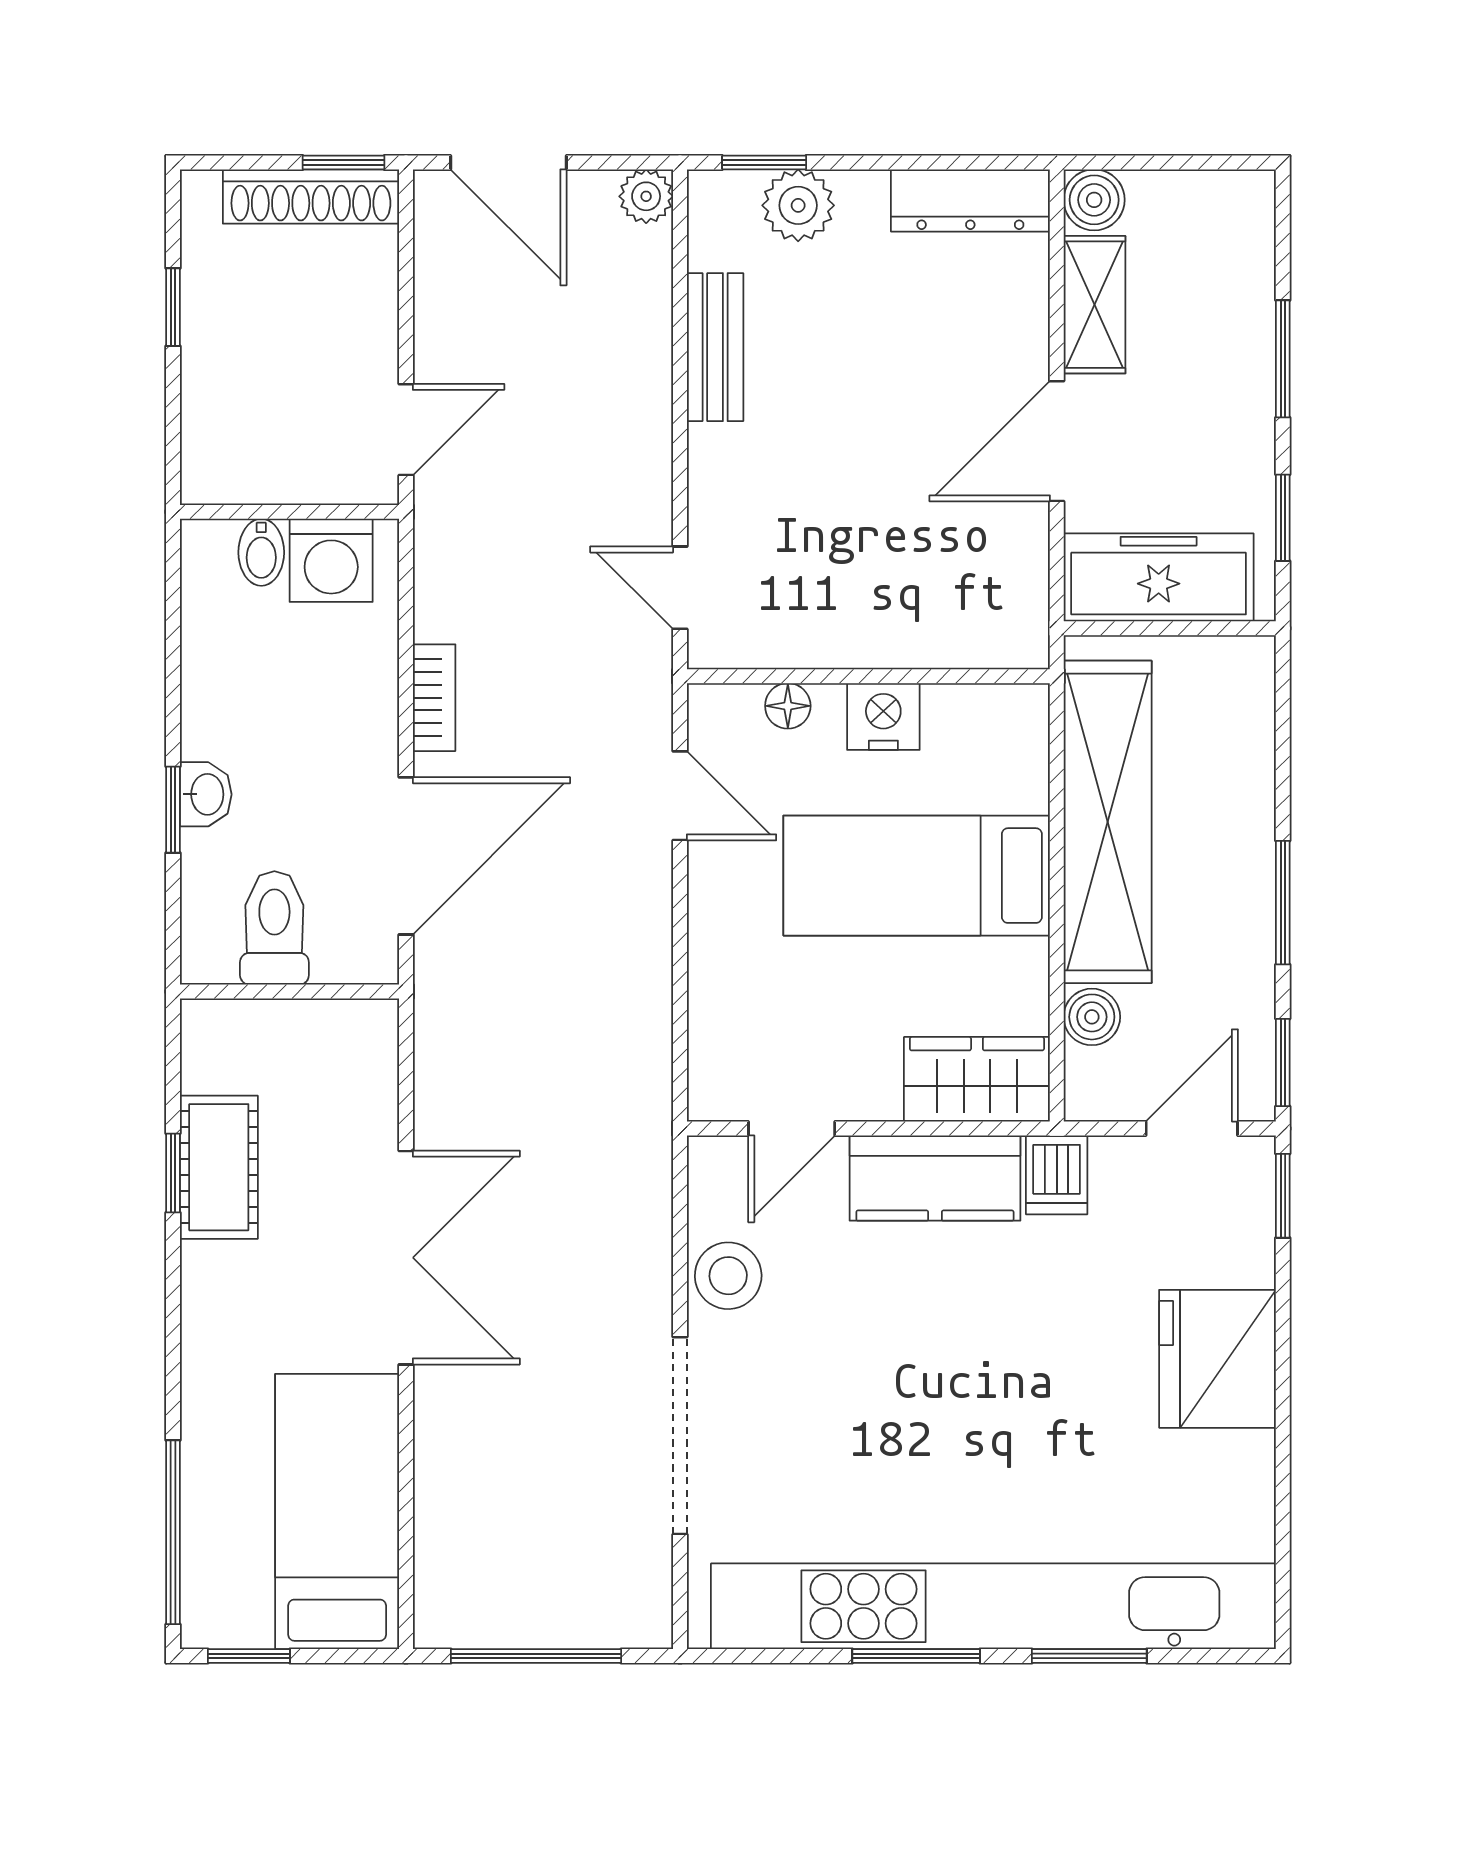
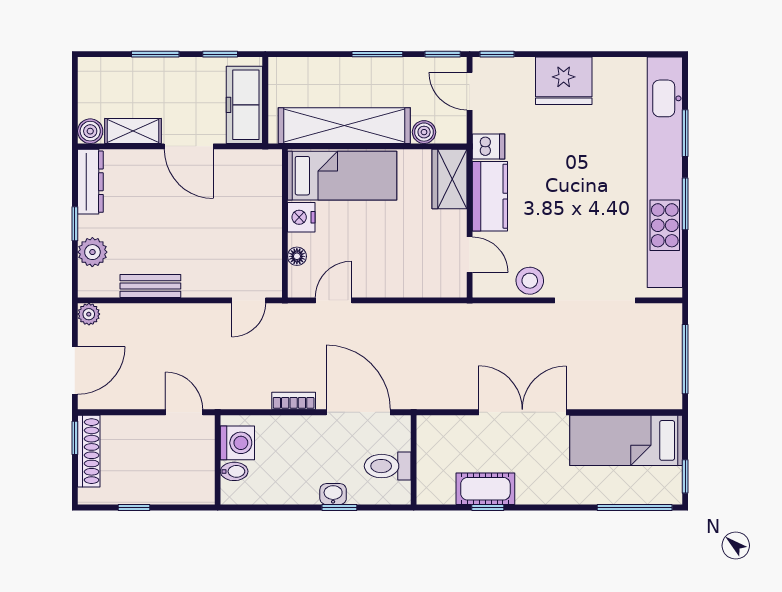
window: (764, 162) -> (75, 224), moved
bed: (917, 876) -> (342, 176), moved, turned -90

